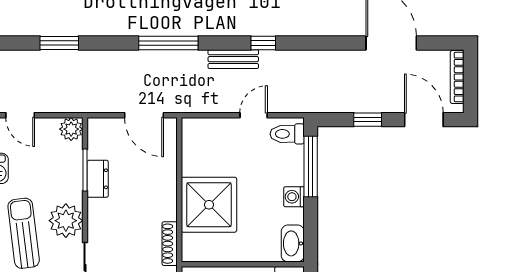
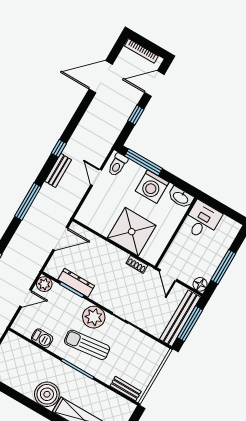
door: (20, 115) -> (26, 298), moved
dresser: (98, 179) -> (76, 283), width x1.44
washing machine: (294, 197) -> (152, 187), width x1.89, depth x1.89
shoe rack: (170, 244) -> (137, 264), width x0.70

